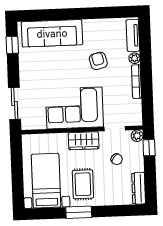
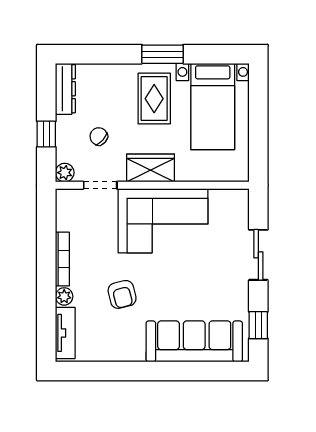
sliding door: (15, 103) -> (258, 255), moved
window: (149, 148) -> (46, 134), moved

